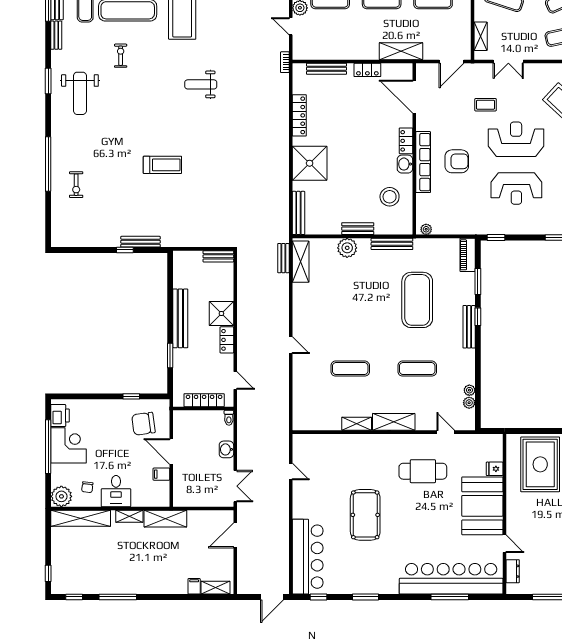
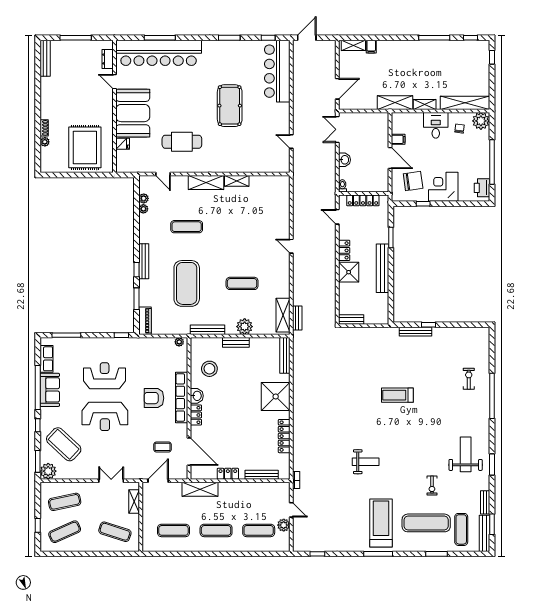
coffee table: (486, 105) -> (163, 447), moved
exercise mat: (350, 369) -> (242, 283), moved
corner desk: (69, 445) -> (443, 187), moved, turned 90

